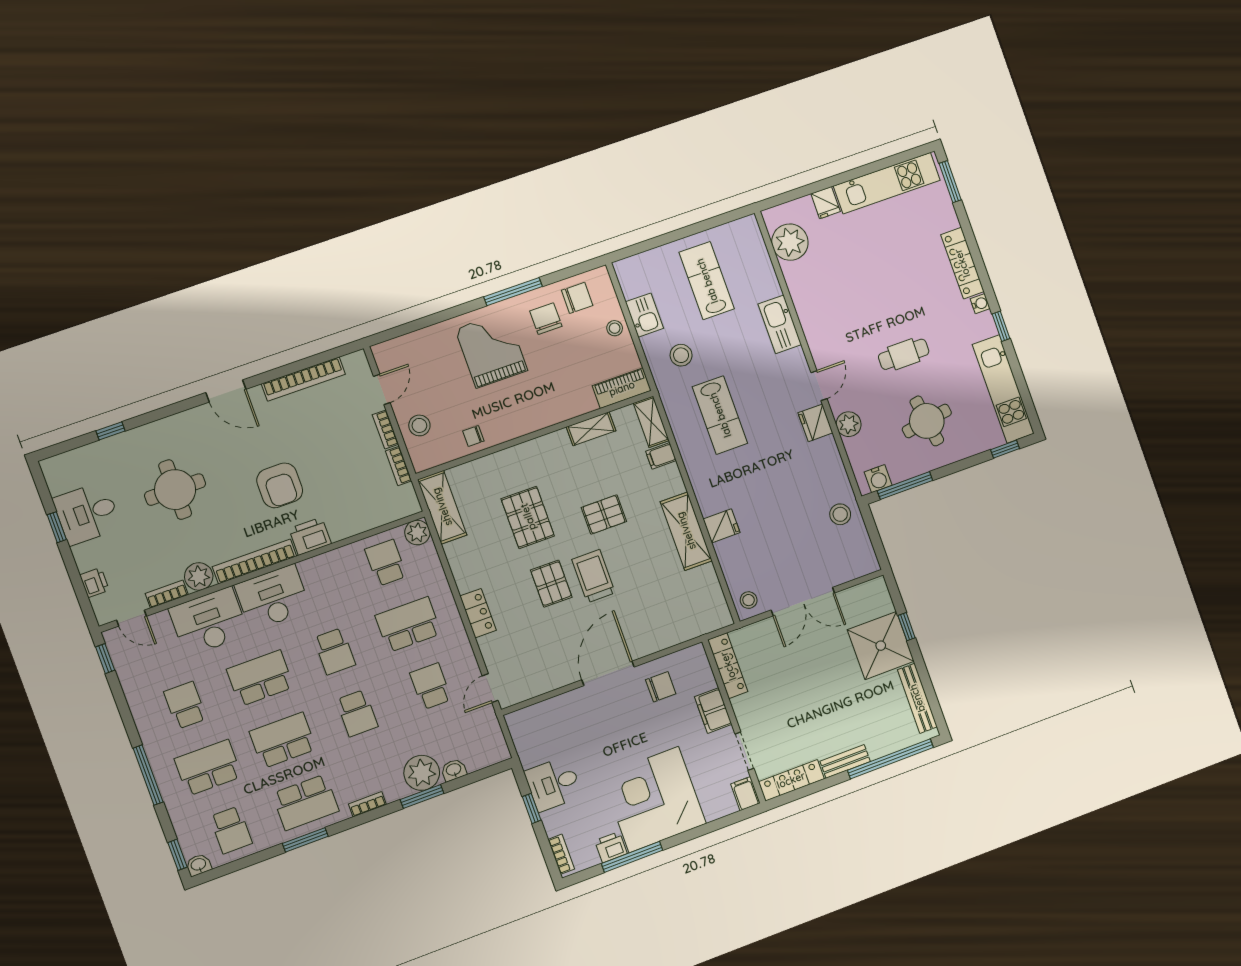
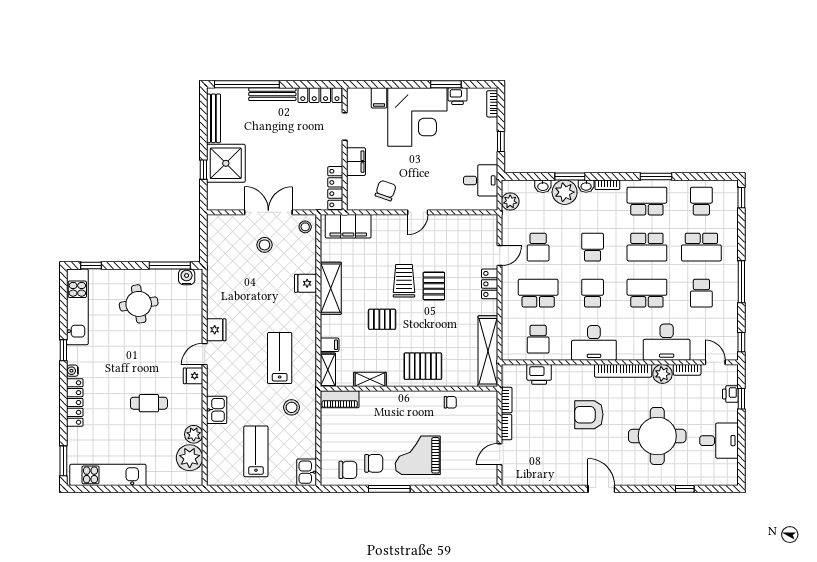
fridge: (826, 203) -> (193, 376), moved, turned -90
lab bench: (707, 281) -> (256, 451), turned 180
chair: (577, 298) -> (348, 470), turned 180
kitchen sink: (644, 315) -> (307, 472), moved
chair: (546, 319) -> (374, 463), turned -90
kitchen sink: (780, 324) -> (217, 410), width x0.73
stool: (615, 328) -> (330, 441), removed
grand piano: (491, 350) -> (418, 455), turned 90
cafe table: (904, 354) -> (149, 403), moved
bookcase: (303, 379) -> (548, 479), removed
plant: (849, 424) -> (194, 434), moved
stool: (419, 425) -> (483, 422), removed
armchair: (280, 485) -> (589, 415), turned -90
round table: (175, 490) -> (657, 436), width x1.36, depth x1.36
shelving: (442, 507) -> (488, 351), width x1.47
stool: (840, 514) -> (264, 245), moved
pallet: (528, 517) -> (423, 366), moved, turned 90
window: (57, 527) -> (741, 399), moved
plant: (417, 533) -> (510, 201), moved
printer: (310, 536) -> (539, 374), moved
trolley: (593, 576) -> (404, 281), turned 180
desk: (273, 598) -> (594, 343), moved
filing cabinet: (693, 621) -> (348, 226), added
school desk: (408, 625) -> (538, 293), turned 180
door: (608, 673) -> (418, 212), width x0.53
school desk: (260, 678) -> (647, 293), turned 180
chair: (661, 687) -> (386, 191), turned 109
door: (490, 688) -> (500, 256), moved
bench: (845, 761) -> (272, 94), width x1.36
window: (148, 775) -> (741, 282), moved
desk: (553, 784) -> (481, 180), moved
filing cabinet: (745, 794) -> (379, 98), moved
window: (632, 857) -> (446, 84), width x0.69
washbasin: (199, 865) -> (586, 186), moved

